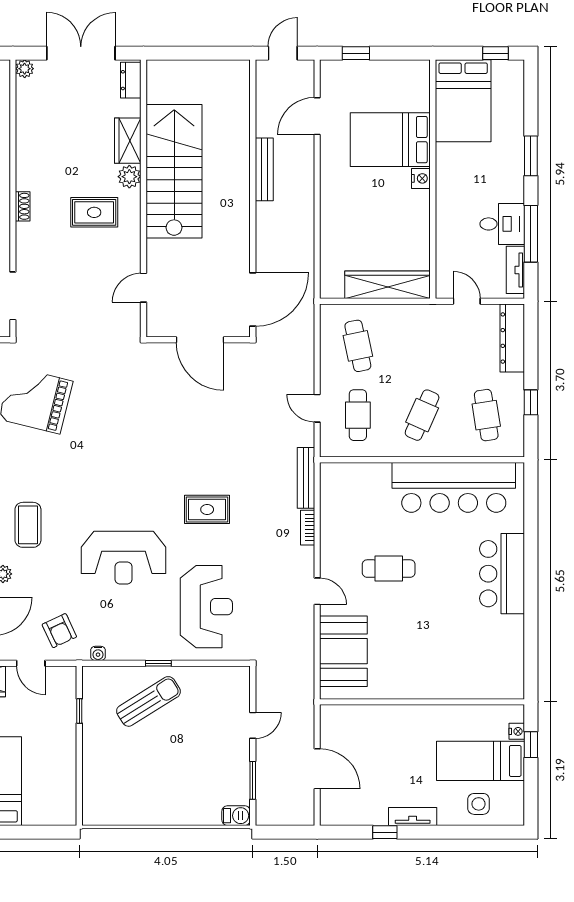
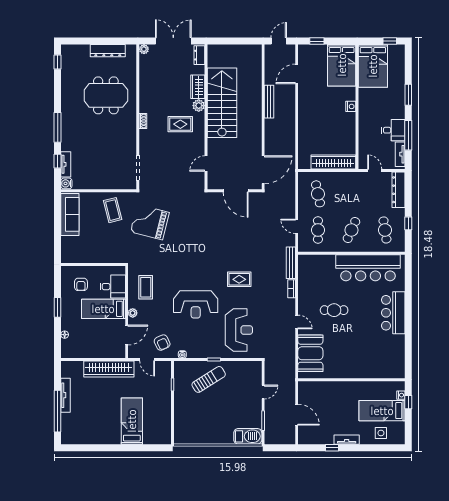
bed: (390, 140) -> (342, 65), moved, turned -90
barbecue: (236, 816) -> (248, 436), width x1.88, depth x1.53

